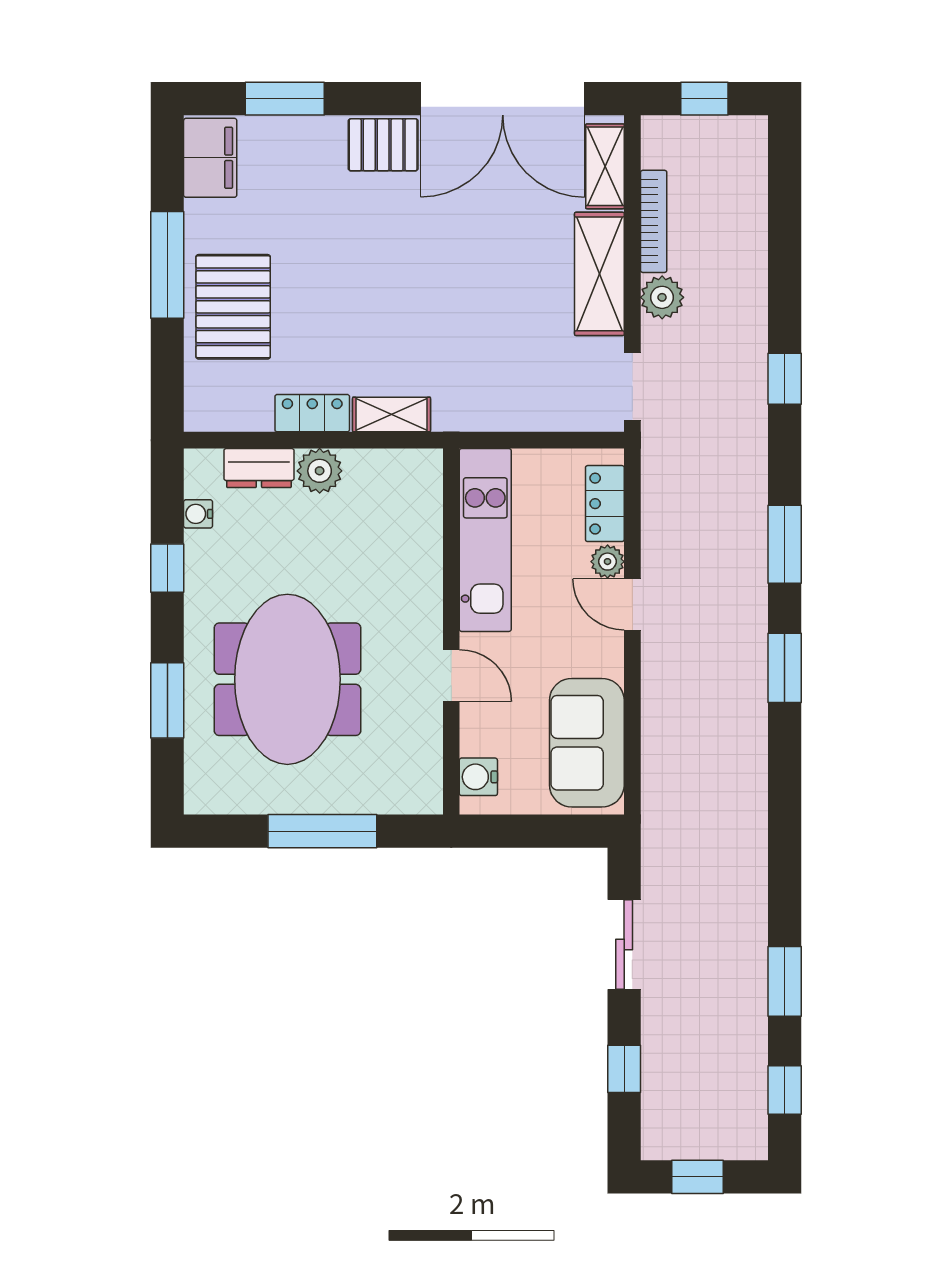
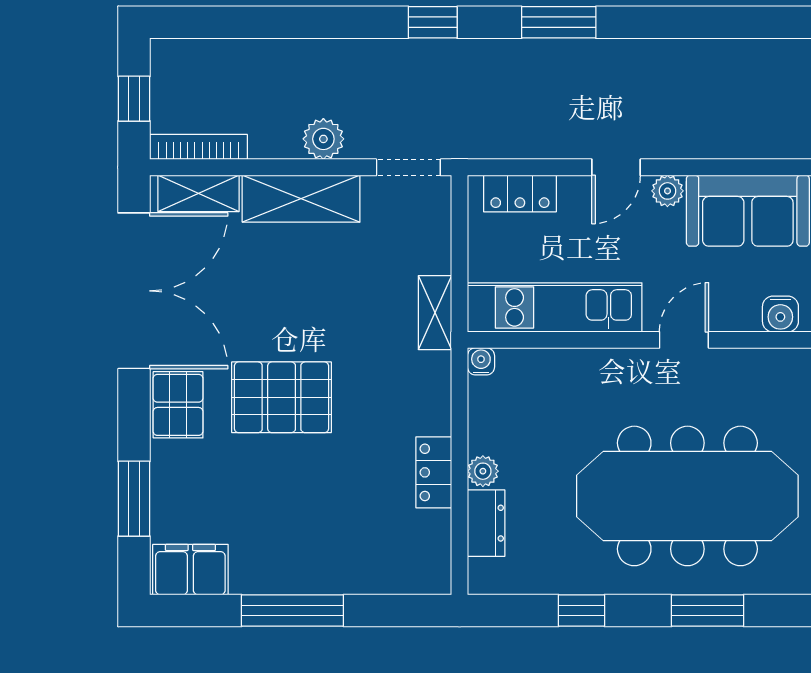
bookcase: (654, 221) -> (198, 147), moved
pallet: (233, 307) -> (282, 397), moved
window: (785, 379) -> (433, 22), moved
shelving: (392, 414) -> (435, 313), moved
plant: (320, 471) -> (483, 471), width x0.73, depth x0.73
water cooler: (198, 514) -> (481, 361), moved, turned 180
plant: (608, 562) -> (667, 191), moved
window: (785, 668) -> (677, 22), removed
meeting table: (287, 679) -> (687, 496), width x1.36

